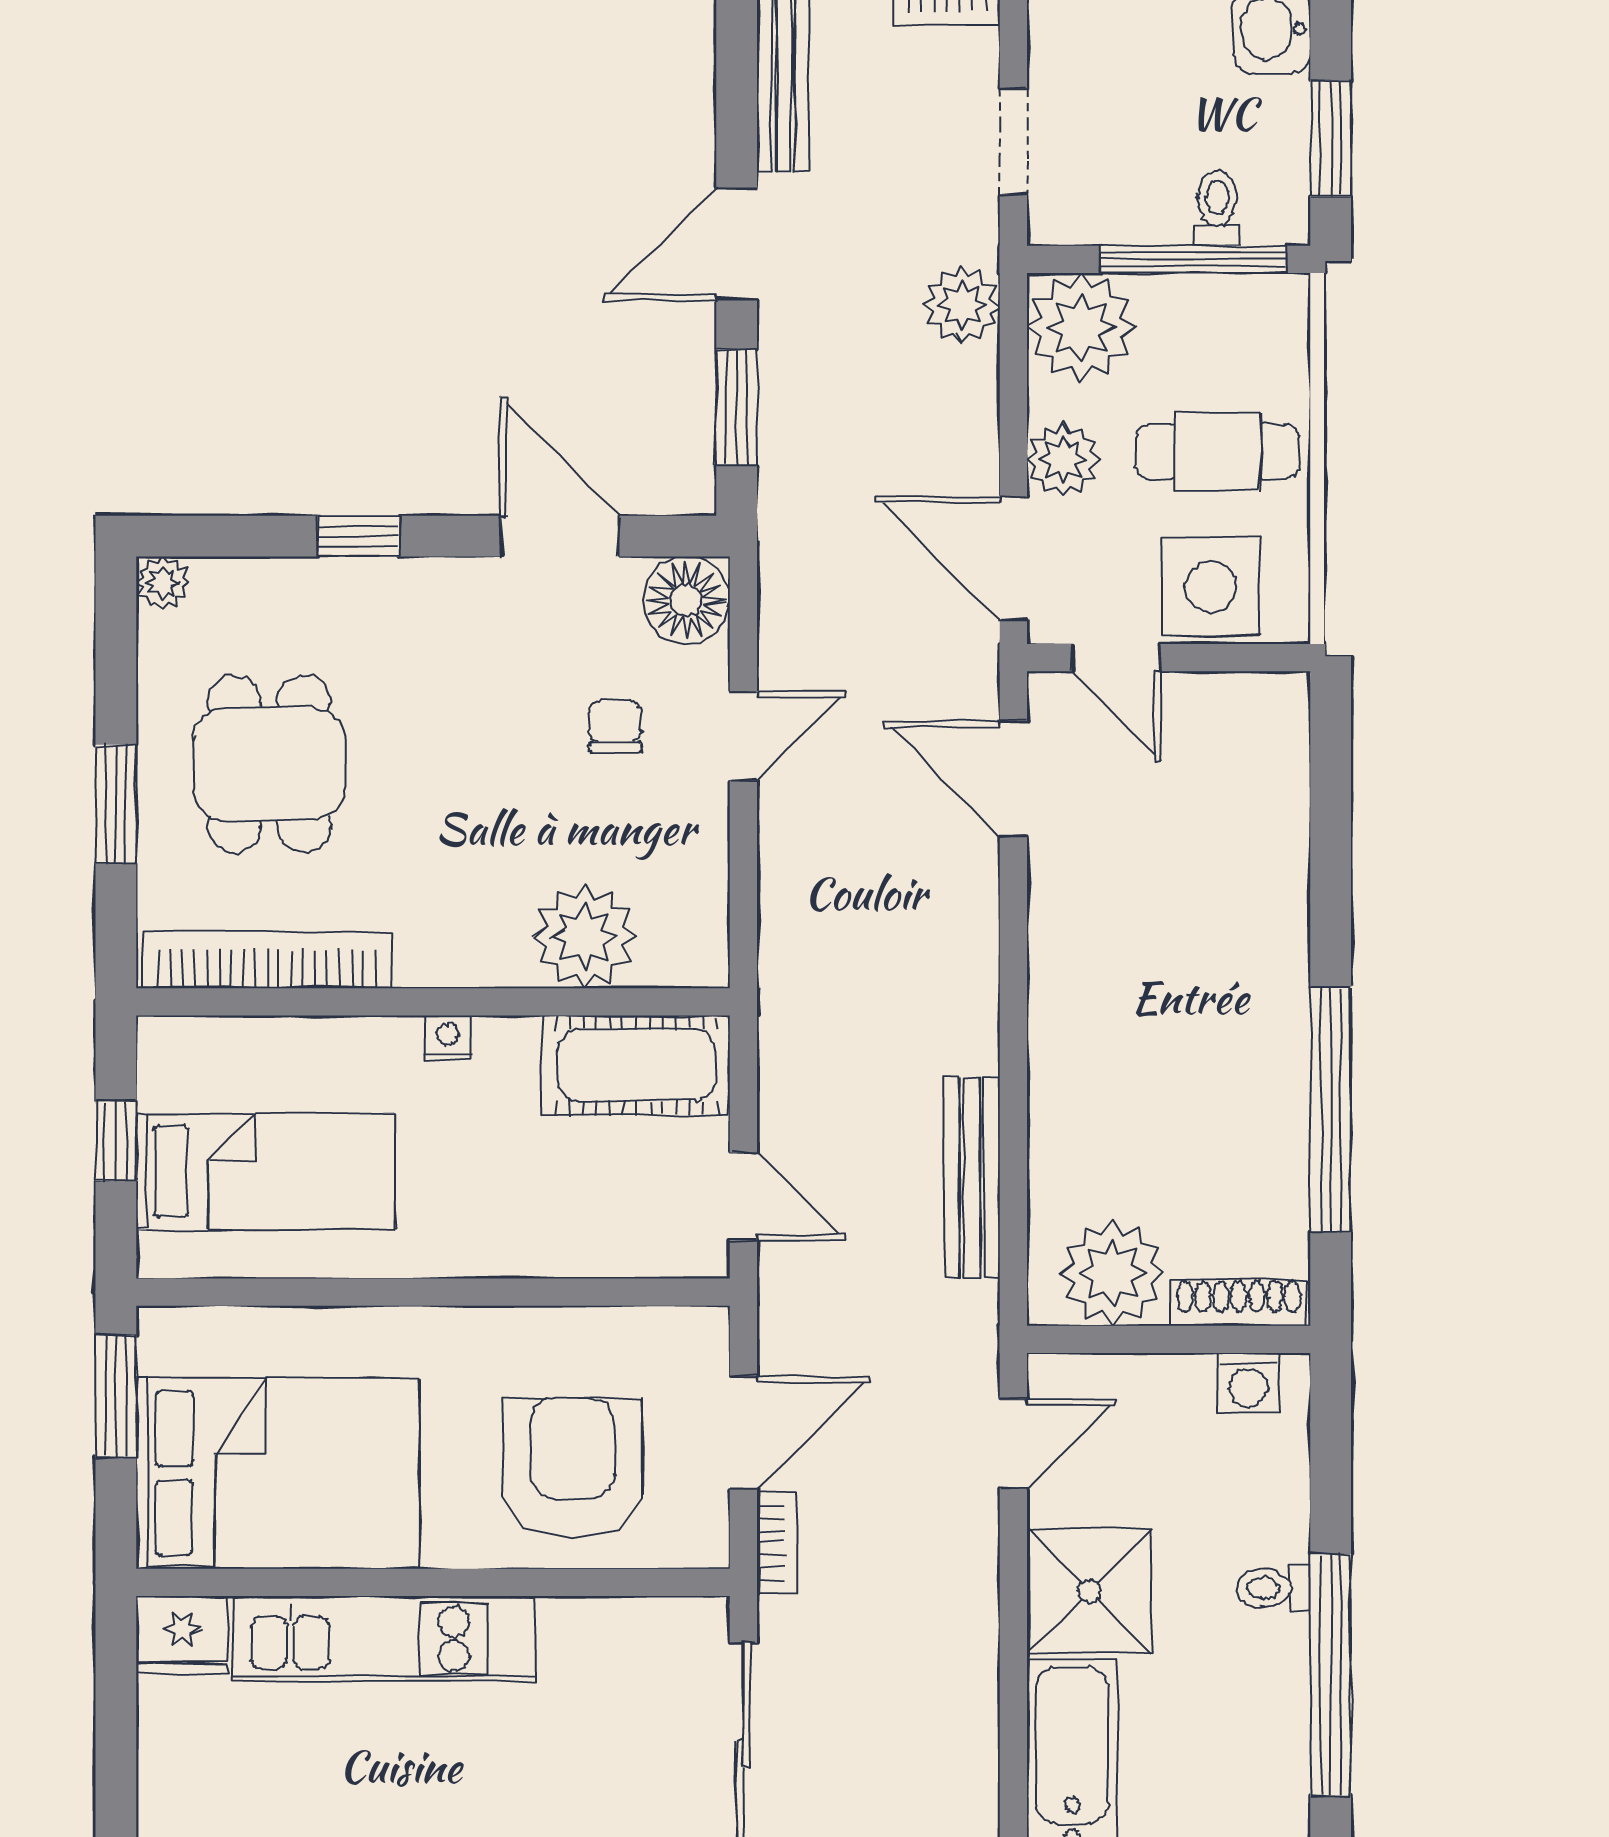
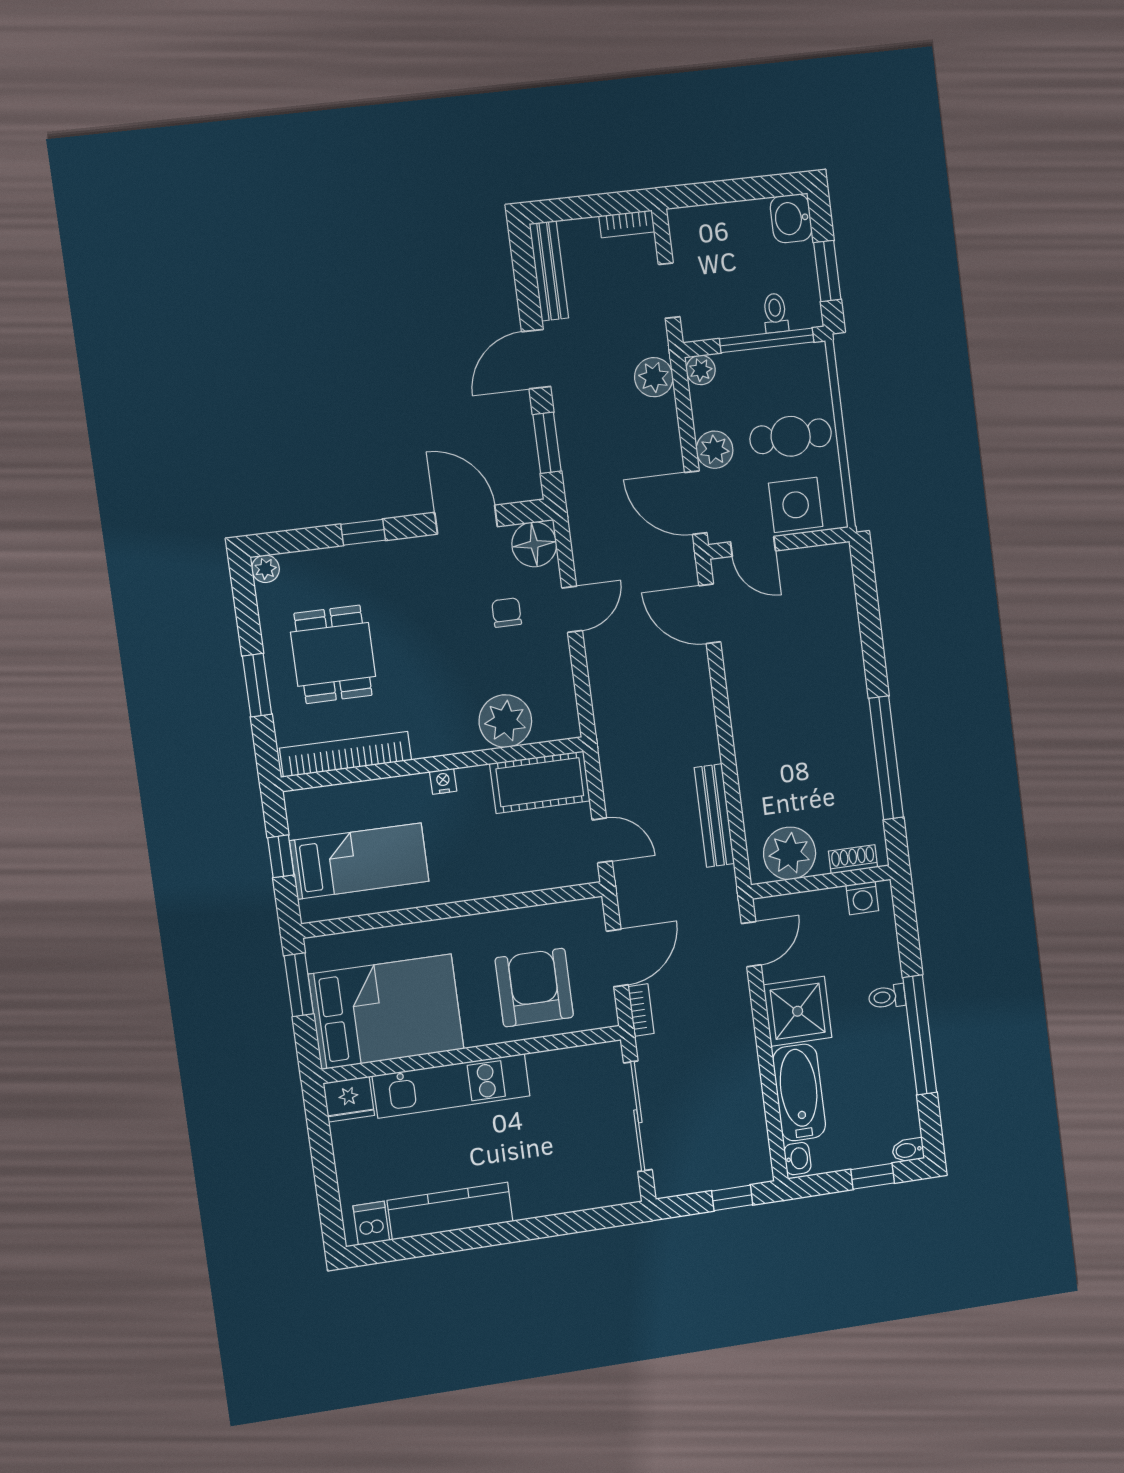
plant: (1081, 327) -> (701, 370), width x0.53, depth x0.53
shoe rack: (1239, 1303) -> (853, 859), width x0.70

